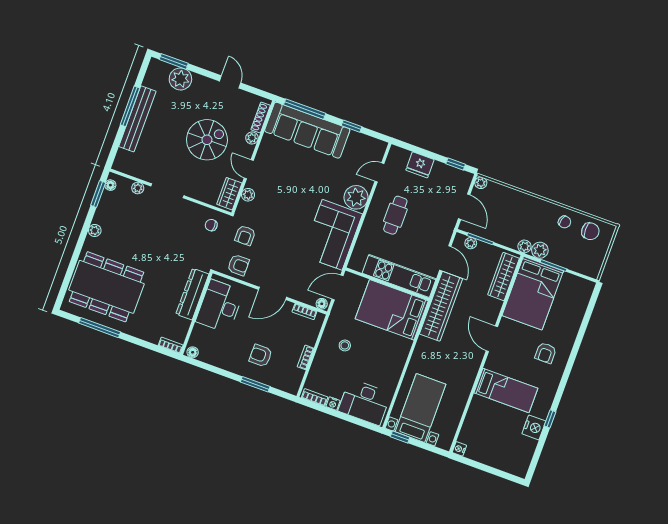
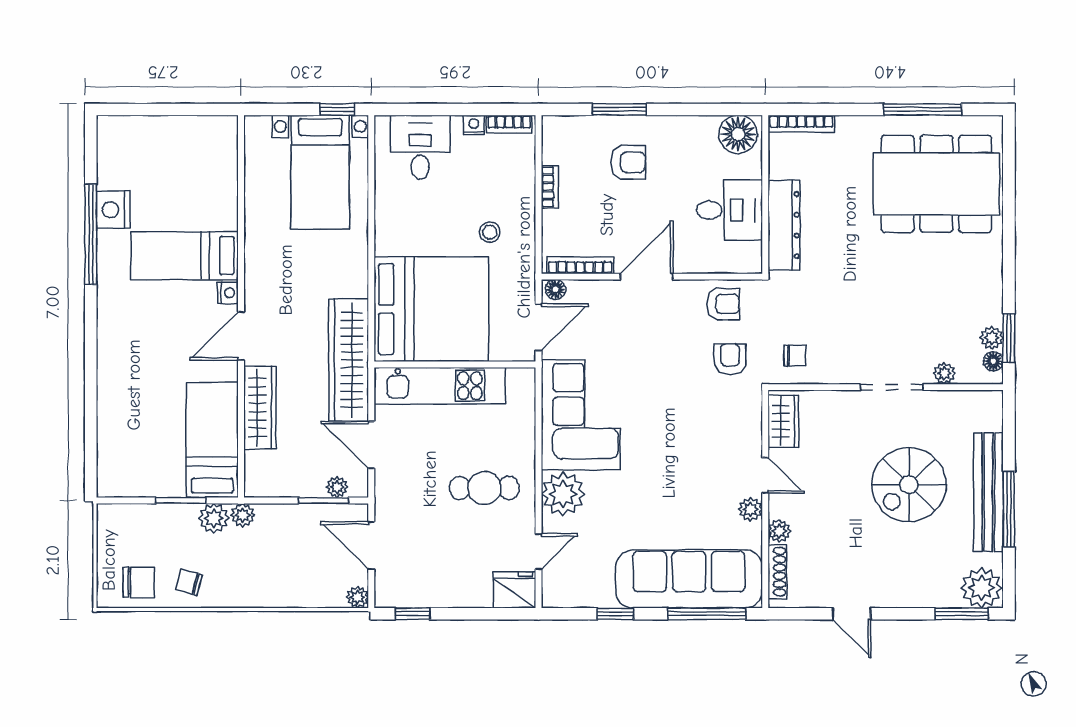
plant: (180, 79) -> (981, 588), moved
spiral stairs: (207, 140) -> (909, 485), moved
fridge: (420, 165) -> (515, 590), moved
plant: (248, 195) -> (751, 509), moved
cafe table: (395, 215) -> (484, 488), turned 90
plant: (95, 230) -> (992, 338), moved
chair: (590, 231) -> (139, 582), turned 180
armchair: (238, 265) -> (723, 304), turned 180
wardrobe: (503, 277) -> (260, 407), moved
bed: (533, 293) -> (212, 440), width x0.67
desk: (220, 306) -> (729, 210), width x0.73
bed: (392, 310) -> (431, 309), width x1.36
bookcase: (304, 312) -> (580, 265), width x1.56
door: (492, 339) -> (241, 336), swing flipped
bookcase: (171, 345) -> (801, 124), width x1.56
floor lamp: (193, 352) -> (738, 134), width x1.89, depth x1.89
armchair: (546, 353) -> (140, 345), removed
desk: (365, 402) -> (420, 147), width x0.73
window: (550, 419) -> (91, 234), width x3.17
nightstand: (459, 449) -> (228, 293), moved

